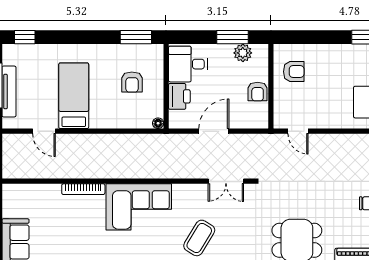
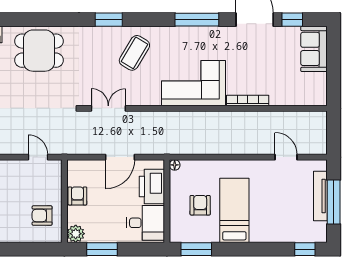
plant: (243, 53) -> (76, 234), moved
bed: (74, 96) -> (234, 210), moved, turned 180
printer: (179, 96) -> (152, 187), width x1.37, depth x1.19

